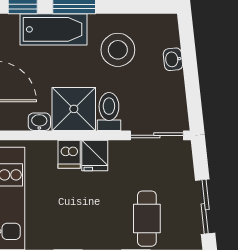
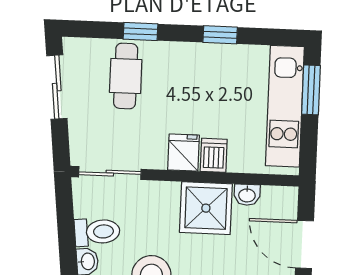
toilet: (109, 111) -> (97, 232), moved, turned -96

